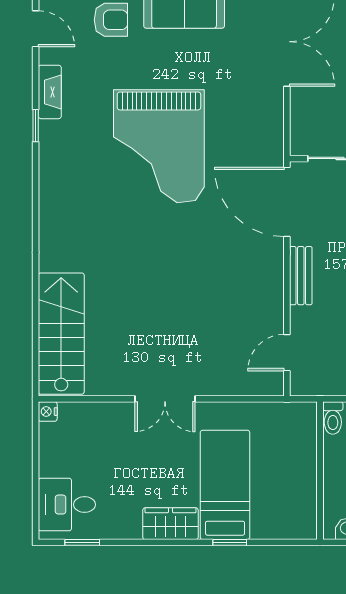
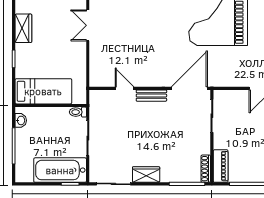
door: (287, 353) -> (124, 88), moved
bed: (225, 485) -> (43, 91), moved

